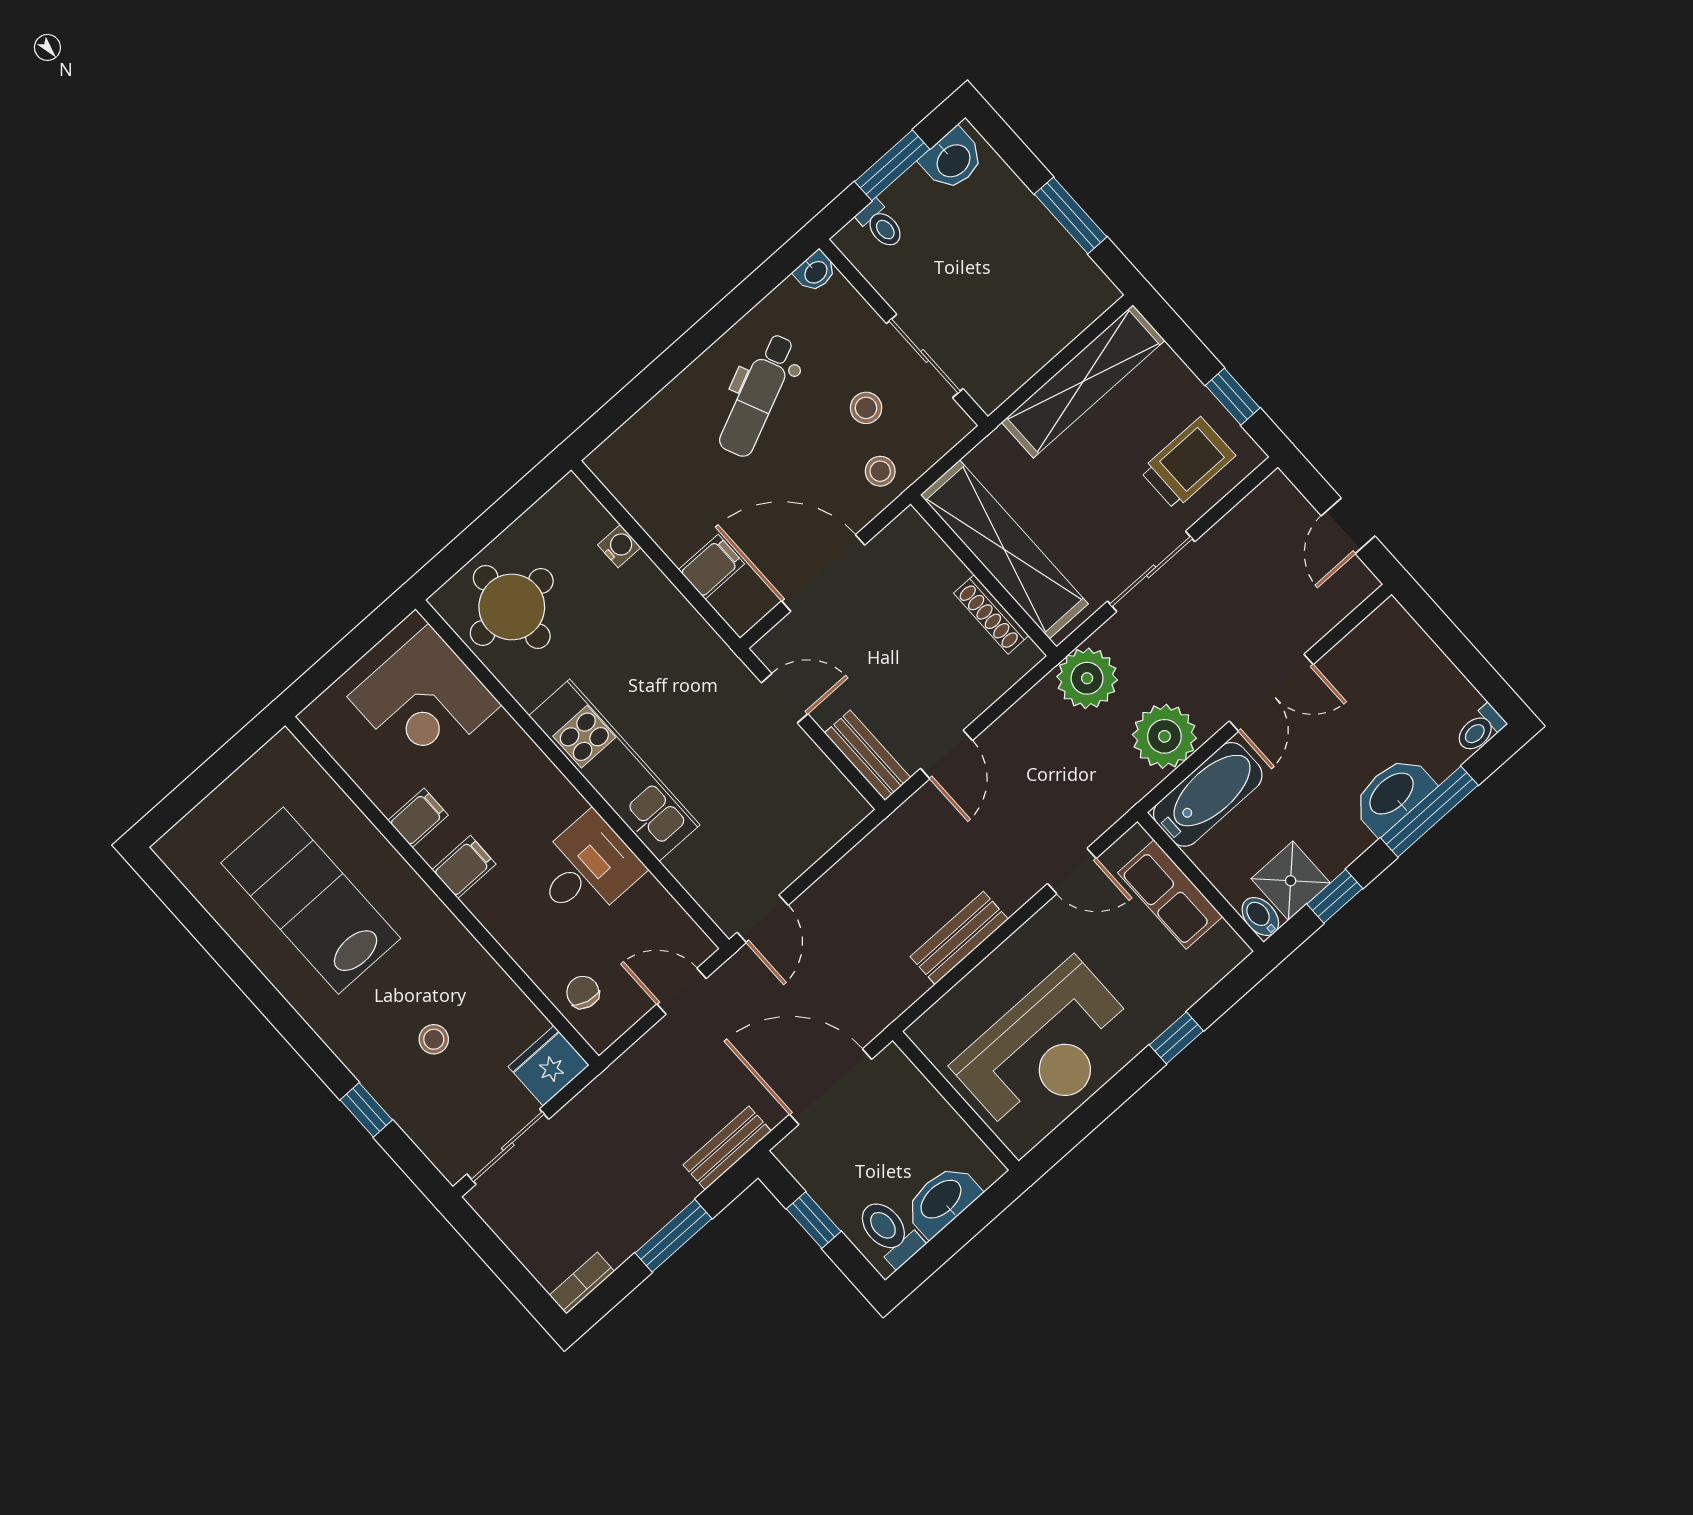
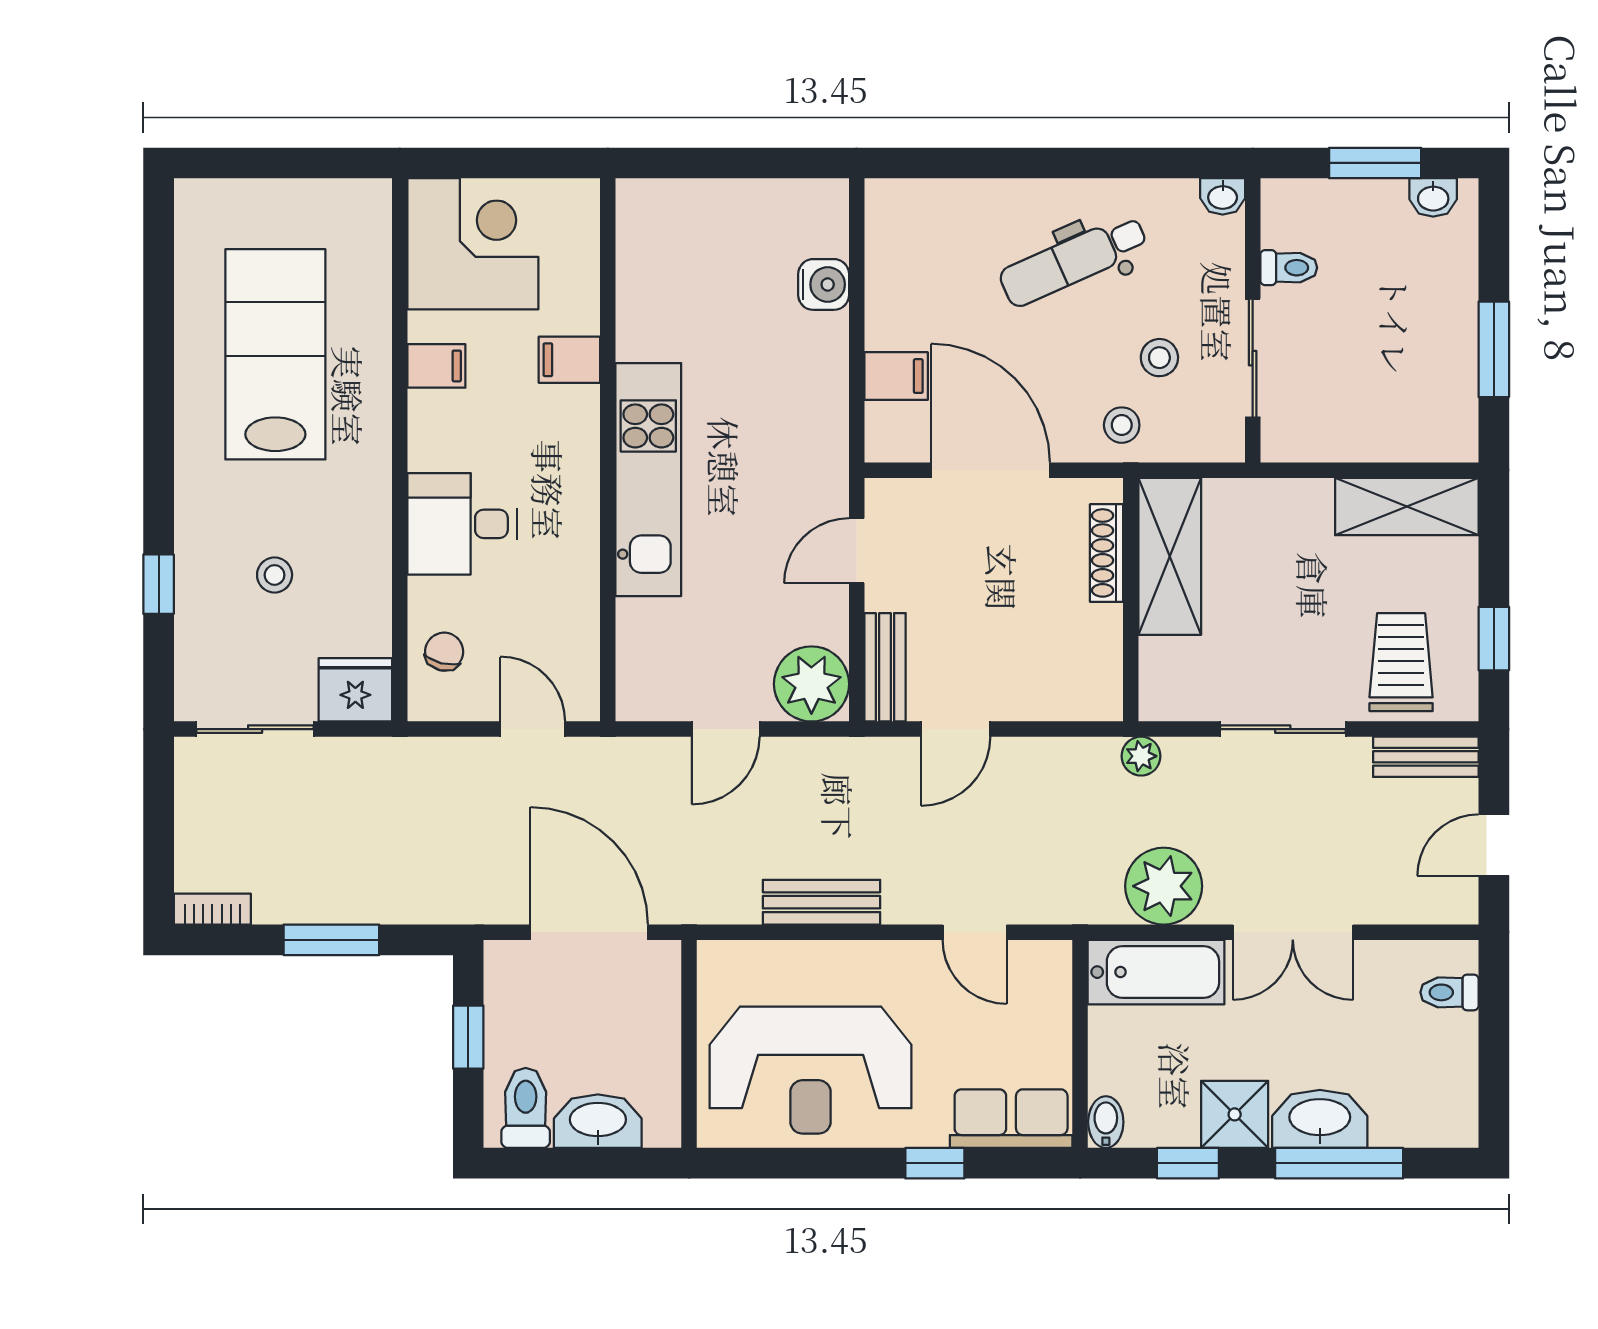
washbasin: (953, 160) -> (1433, 197), width x0.72, depth x0.69
toilet: (881, 225) -> (1289, 268), moved, turned -90
shelving: (1083, 381) -> (1407, 506), width x0.68
trolley: (1188, 463) -> (1401, 662), turned -90
water cooler: (619, 546) -> (824, 284), width x1.38, depth x1.38
shelving: (1004, 549) -> (1170, 556), width x0.68
round table: (512, 607) -> (687, 253), removed
shoe rack: (991, 614) -> (1107, 553), moved
plant: (1087, 678) -> (1141, 756), width x0.53, depth x0.53
door: (785, 698) -> (857, 551), swing flipped
corner desk: (424, 701) -> (473, 244), moved, turned 180
toilet: (1480, 729) -> (1449, 992), moved
plant: (831, 807) -> (811, 684), added
filing cabinet: (464, 867) -> (569, 360), moved, turned 180
desk: (587, 869) -> (462, 524), moved, turned 180
shower: (1291, 881) -> (1235, 1114), moved
row of seats: (1170, 895) -> (1011, 1119), moved, turned 90
door: (763, 919) -> (726, 729), moved
bench: (727, 1148) -> (1426, 757), moved

